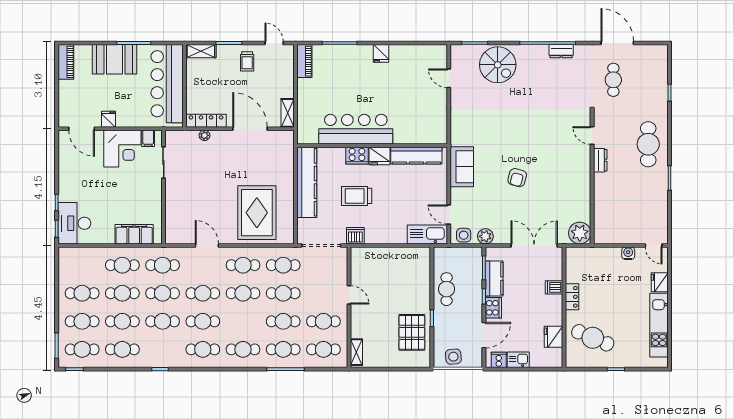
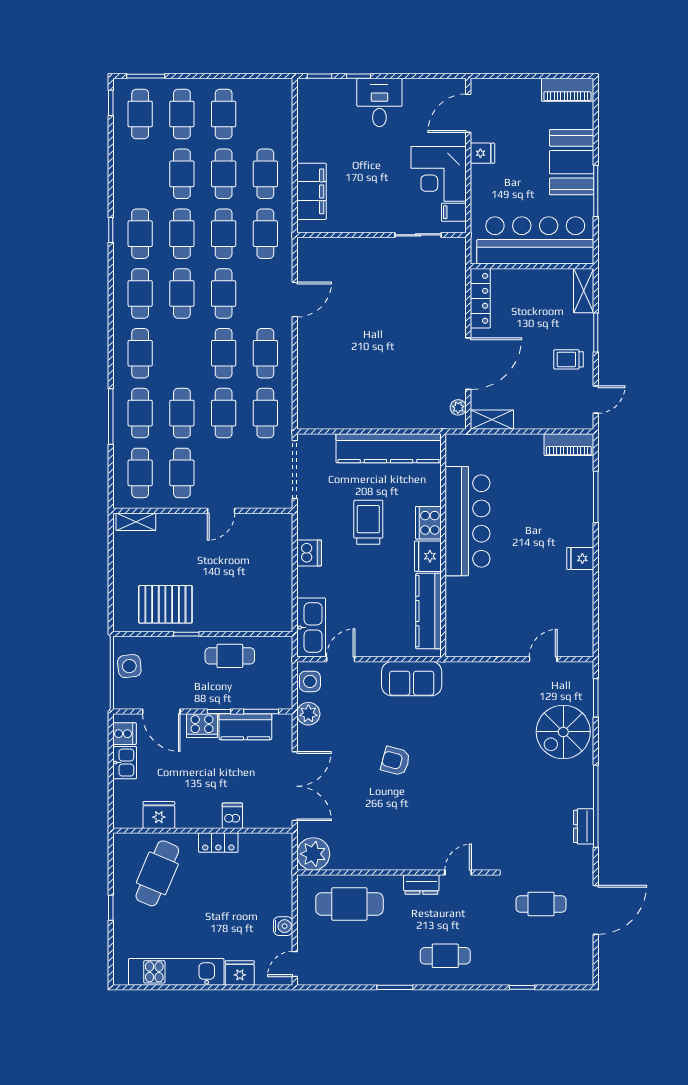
plant: (205, 135) -> (458, 407), moved
cafe table: (648, 144) -> (445, 956), width x0.73, depth x0.74
cafe table: (613, 209) -> (349, 904), added
rug: (257, 213) -> (343, 374), removed
desk: (74, 223) -> (379, 102), moved, width x0.73
dishwasher: (355, 236) -> (309, 553), moved
cafe table: (122, 349) -> (140, 234), moved

